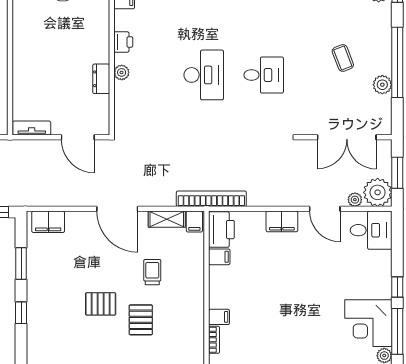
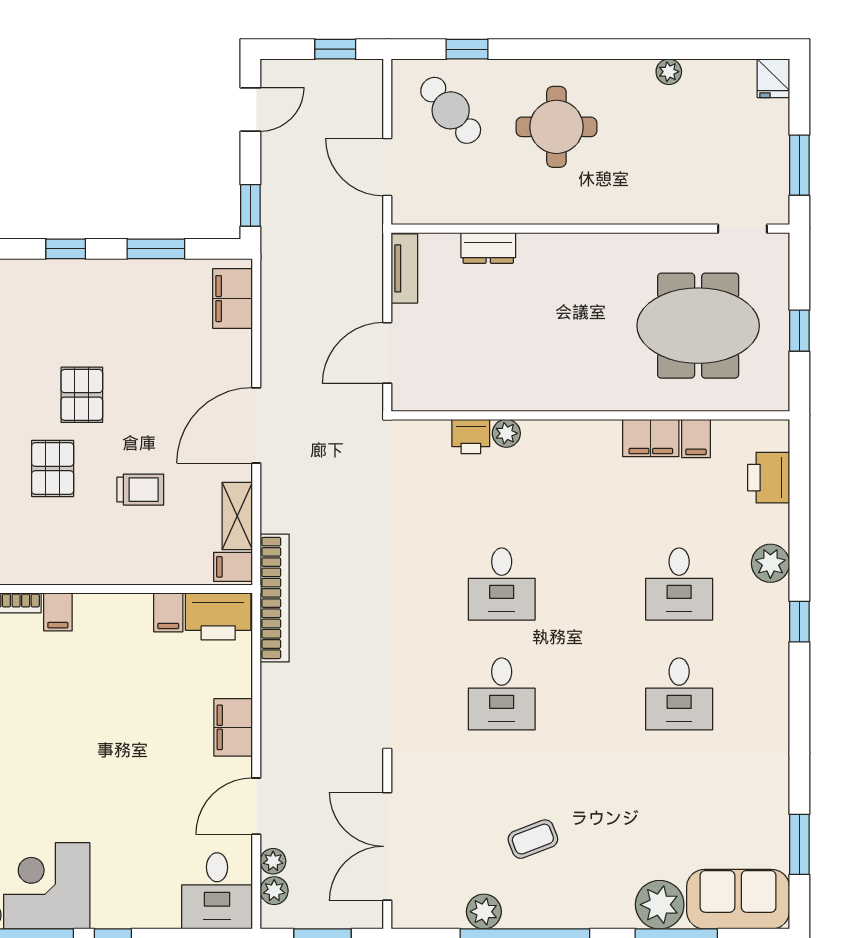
printer: (123, 42) -> (471, 436), moved
desk: (204, 75) -> (502, 584), width x0.73
dresser: (101, 79) -> (488, 248), moved, turned 180
plant: (378, 192) -> (274, 891), width x0.53, depth x0.53
pallet: (141, 320) -> (53, 469), turned 90

